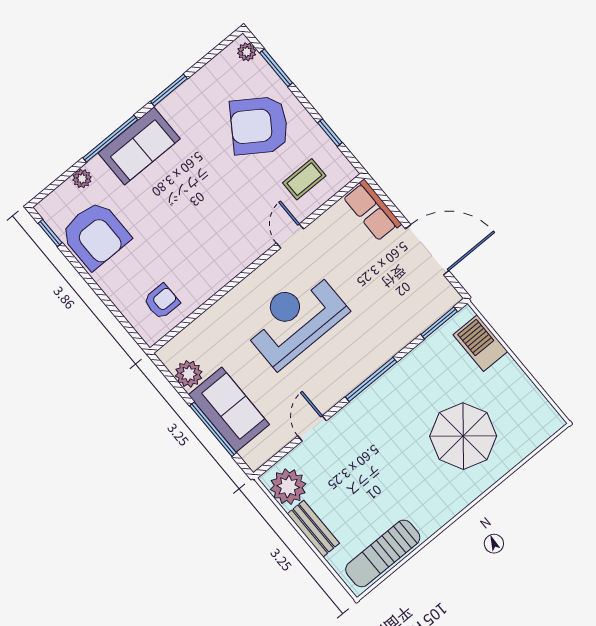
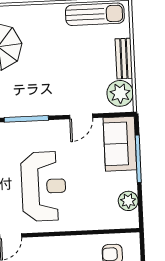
reception desk: (295, 319) -> (44, 186), turned -90
sofa: (229, 410) -> (120, 144), moved

